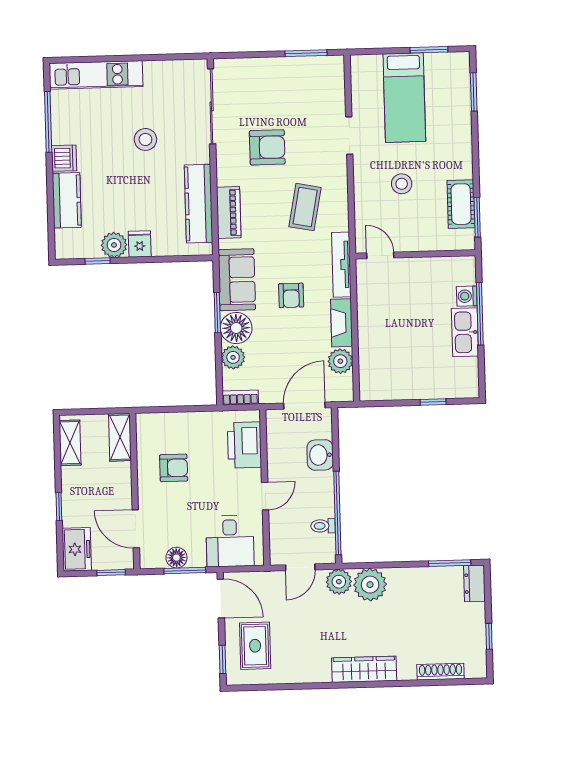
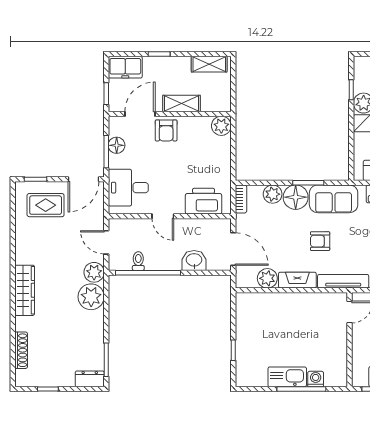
plant: (148, 425) -> (221, 126), added
shelving: (120, 437) -> (181, 103), moved
armchair: (174, 468) -> (166, 130), moved

